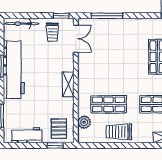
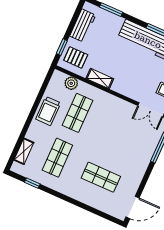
shelving: (68, 84) -> (100, 79), moved
trolley: (119, 132) -> (48, 111), turned 180

